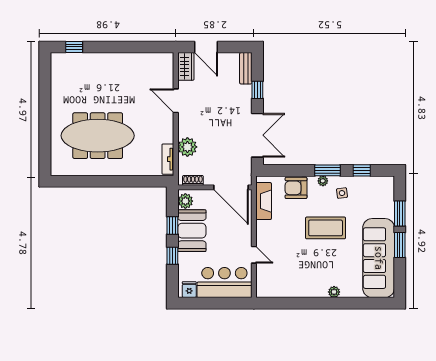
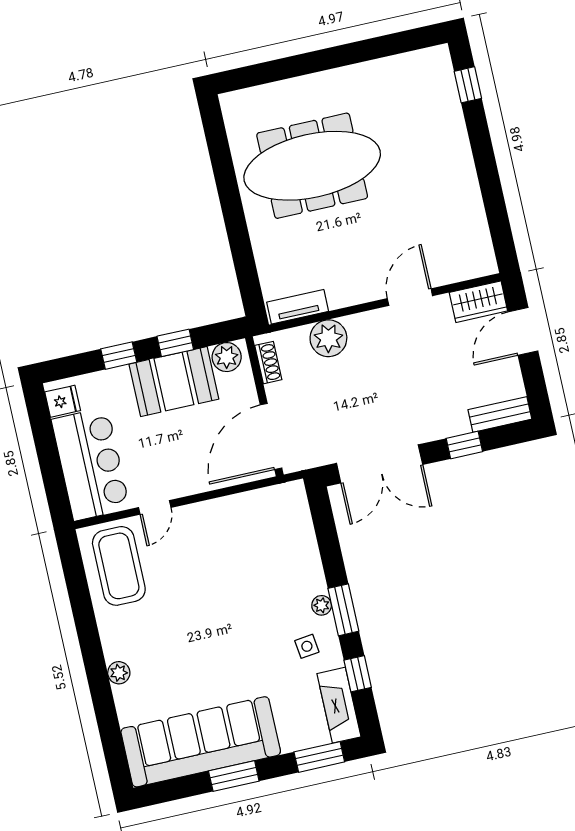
meeting table: (98, 136) -> (312, 166), turned 90
armchair: (296, 188) -> (297, 558), removed
fireplace: (264, 201) -> (339, 705), moved, turned 90
window: (400, 213) -> (319, 757), moved
coffee table: (326, 228) -> (119, 566), moved

